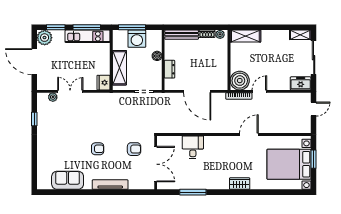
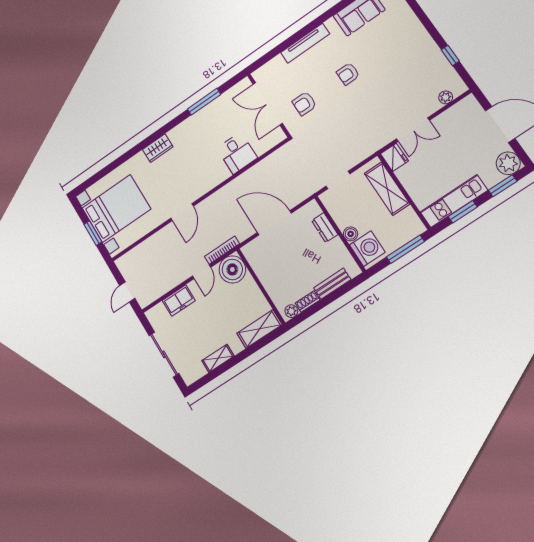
window: (87, 27) -> (463, 212), width x0.69
bench: (182, 35) -> (332, 284), width x0.73
shelving: (300, 35) -> (218, 358), moved
washing machine: (137, 39) -> (367, 249), moved, turned 90
freezer: (301, 83) -> (179, 301), moved
double door: (70, 91) -> (413, 130), moved

